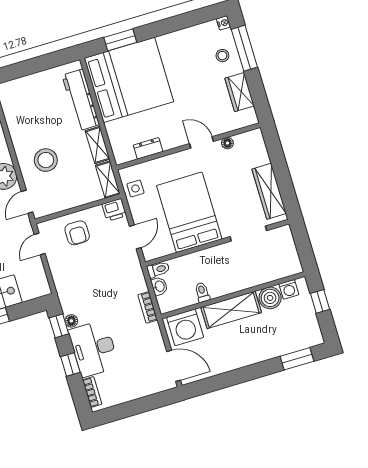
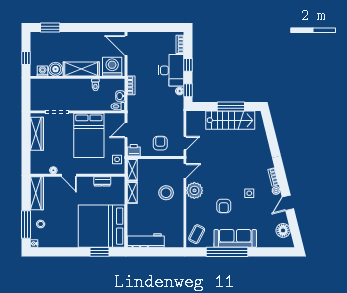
wardrobe: (240, 92) -> (37, 193), width x1.50
workbench: (81, 100) -> (146, 240), moved, turned -90

